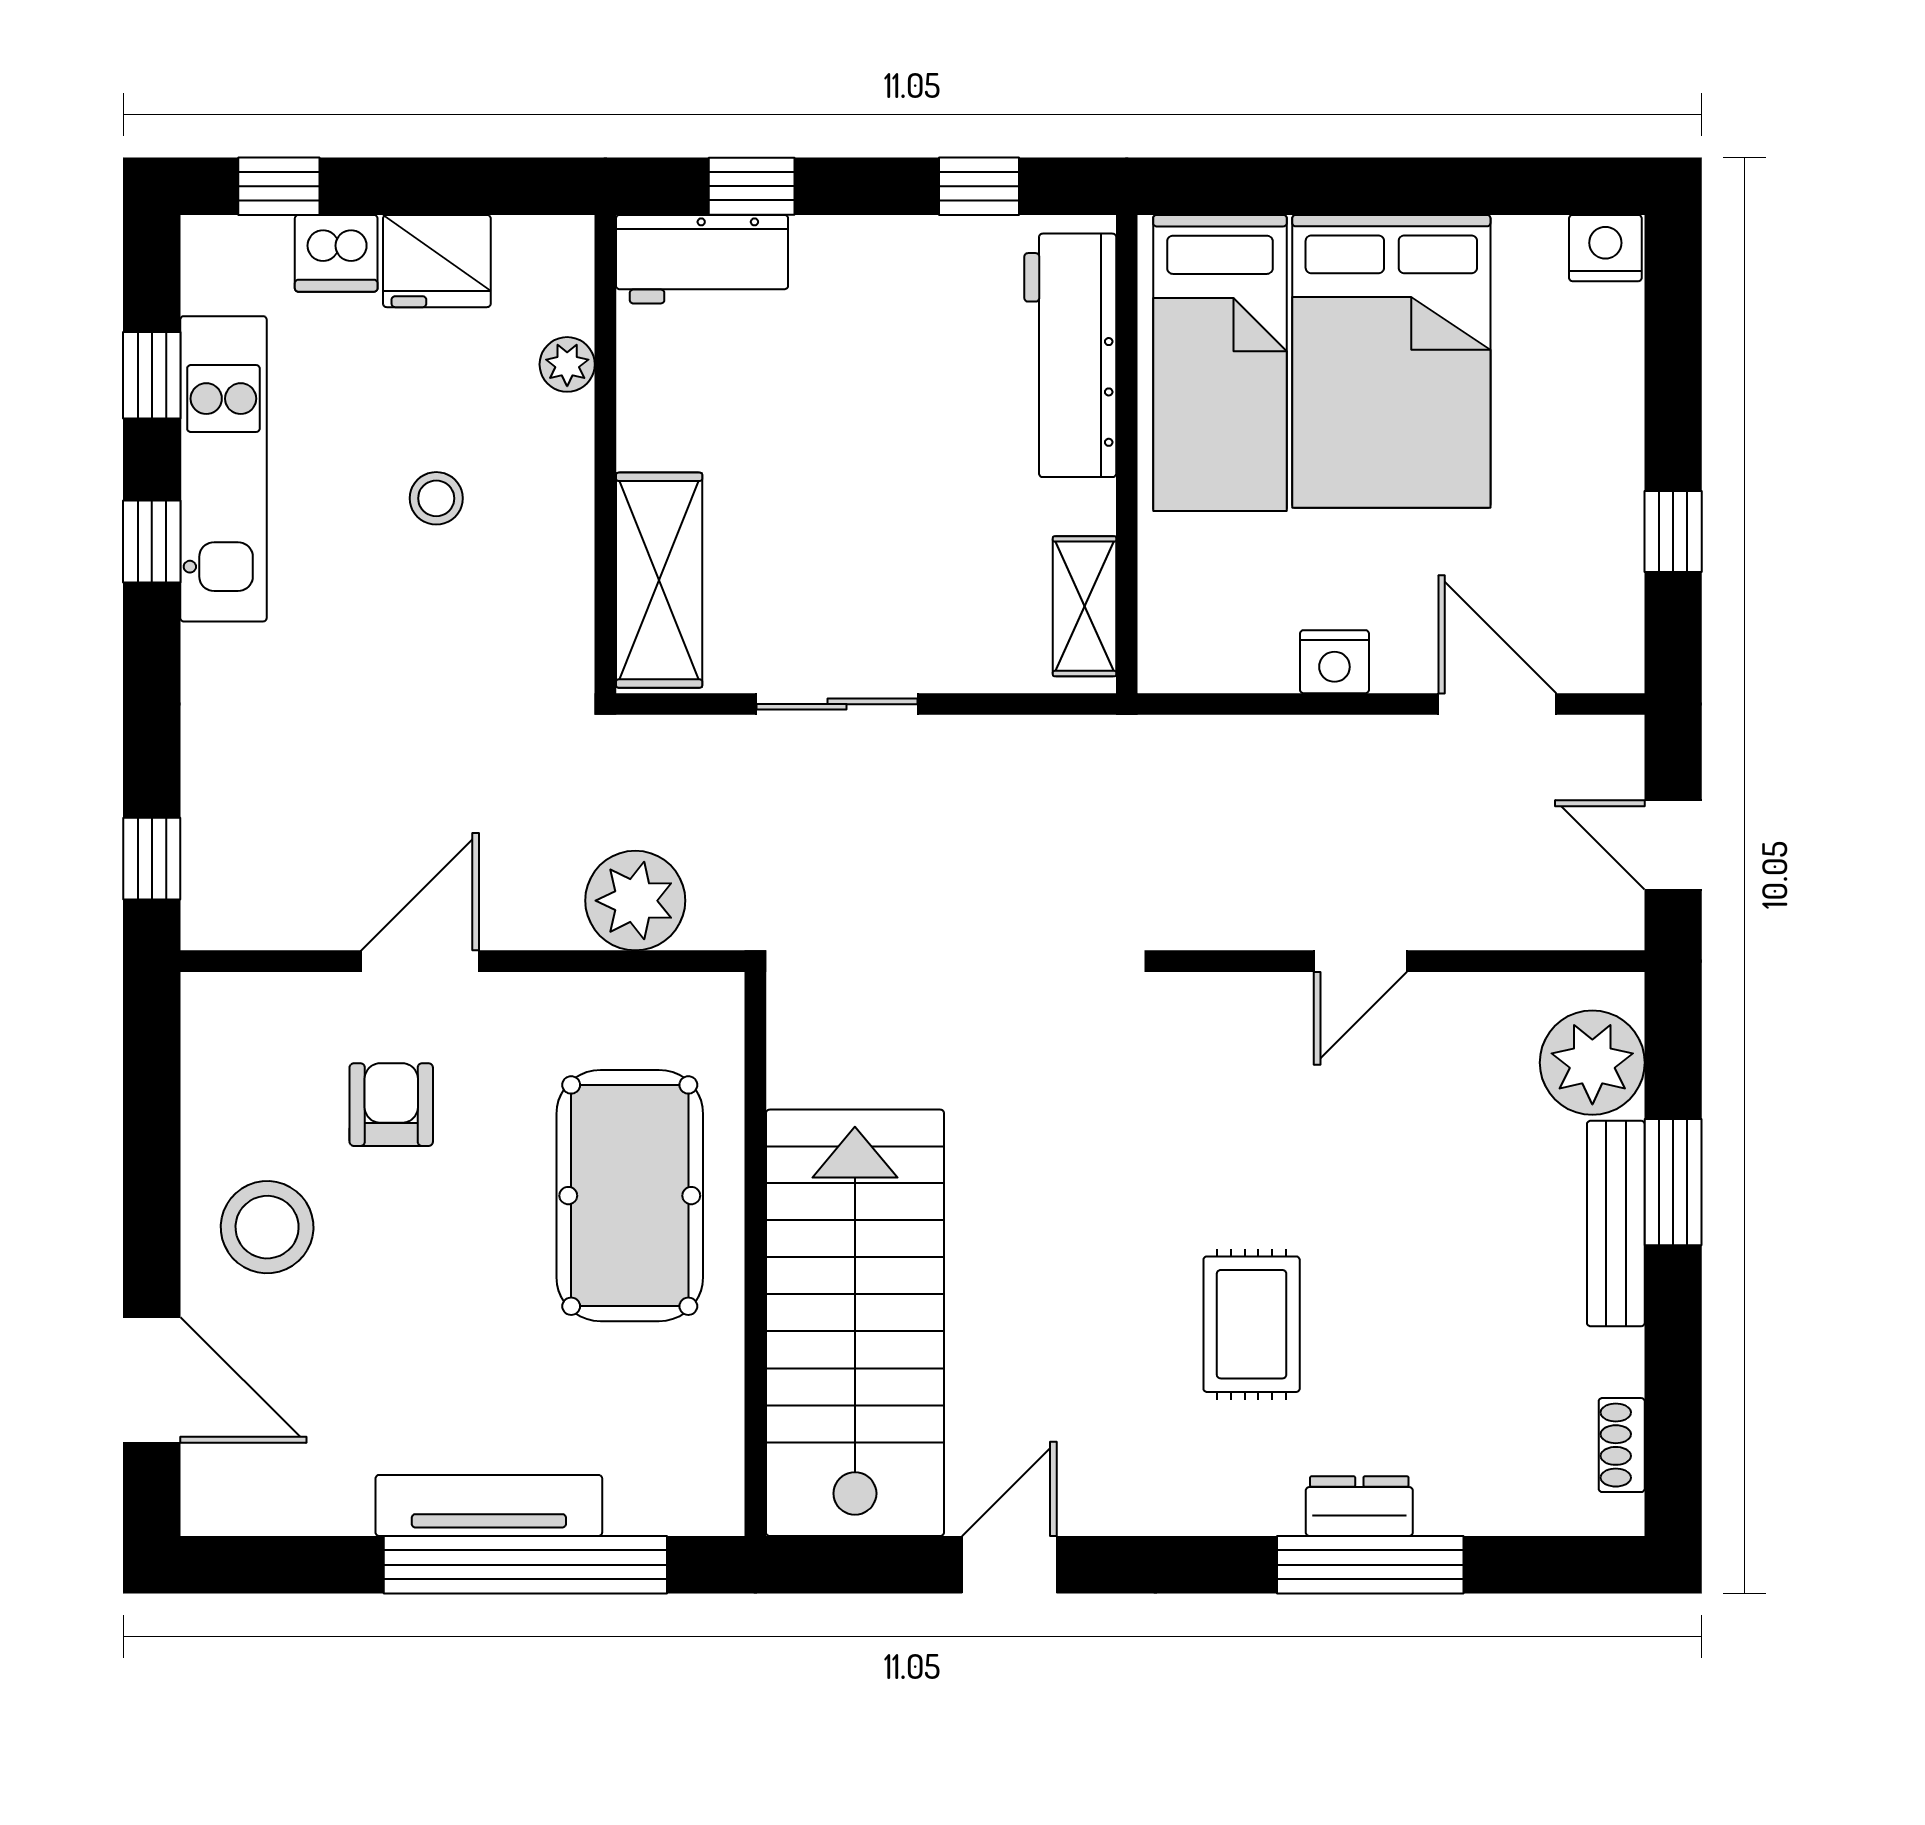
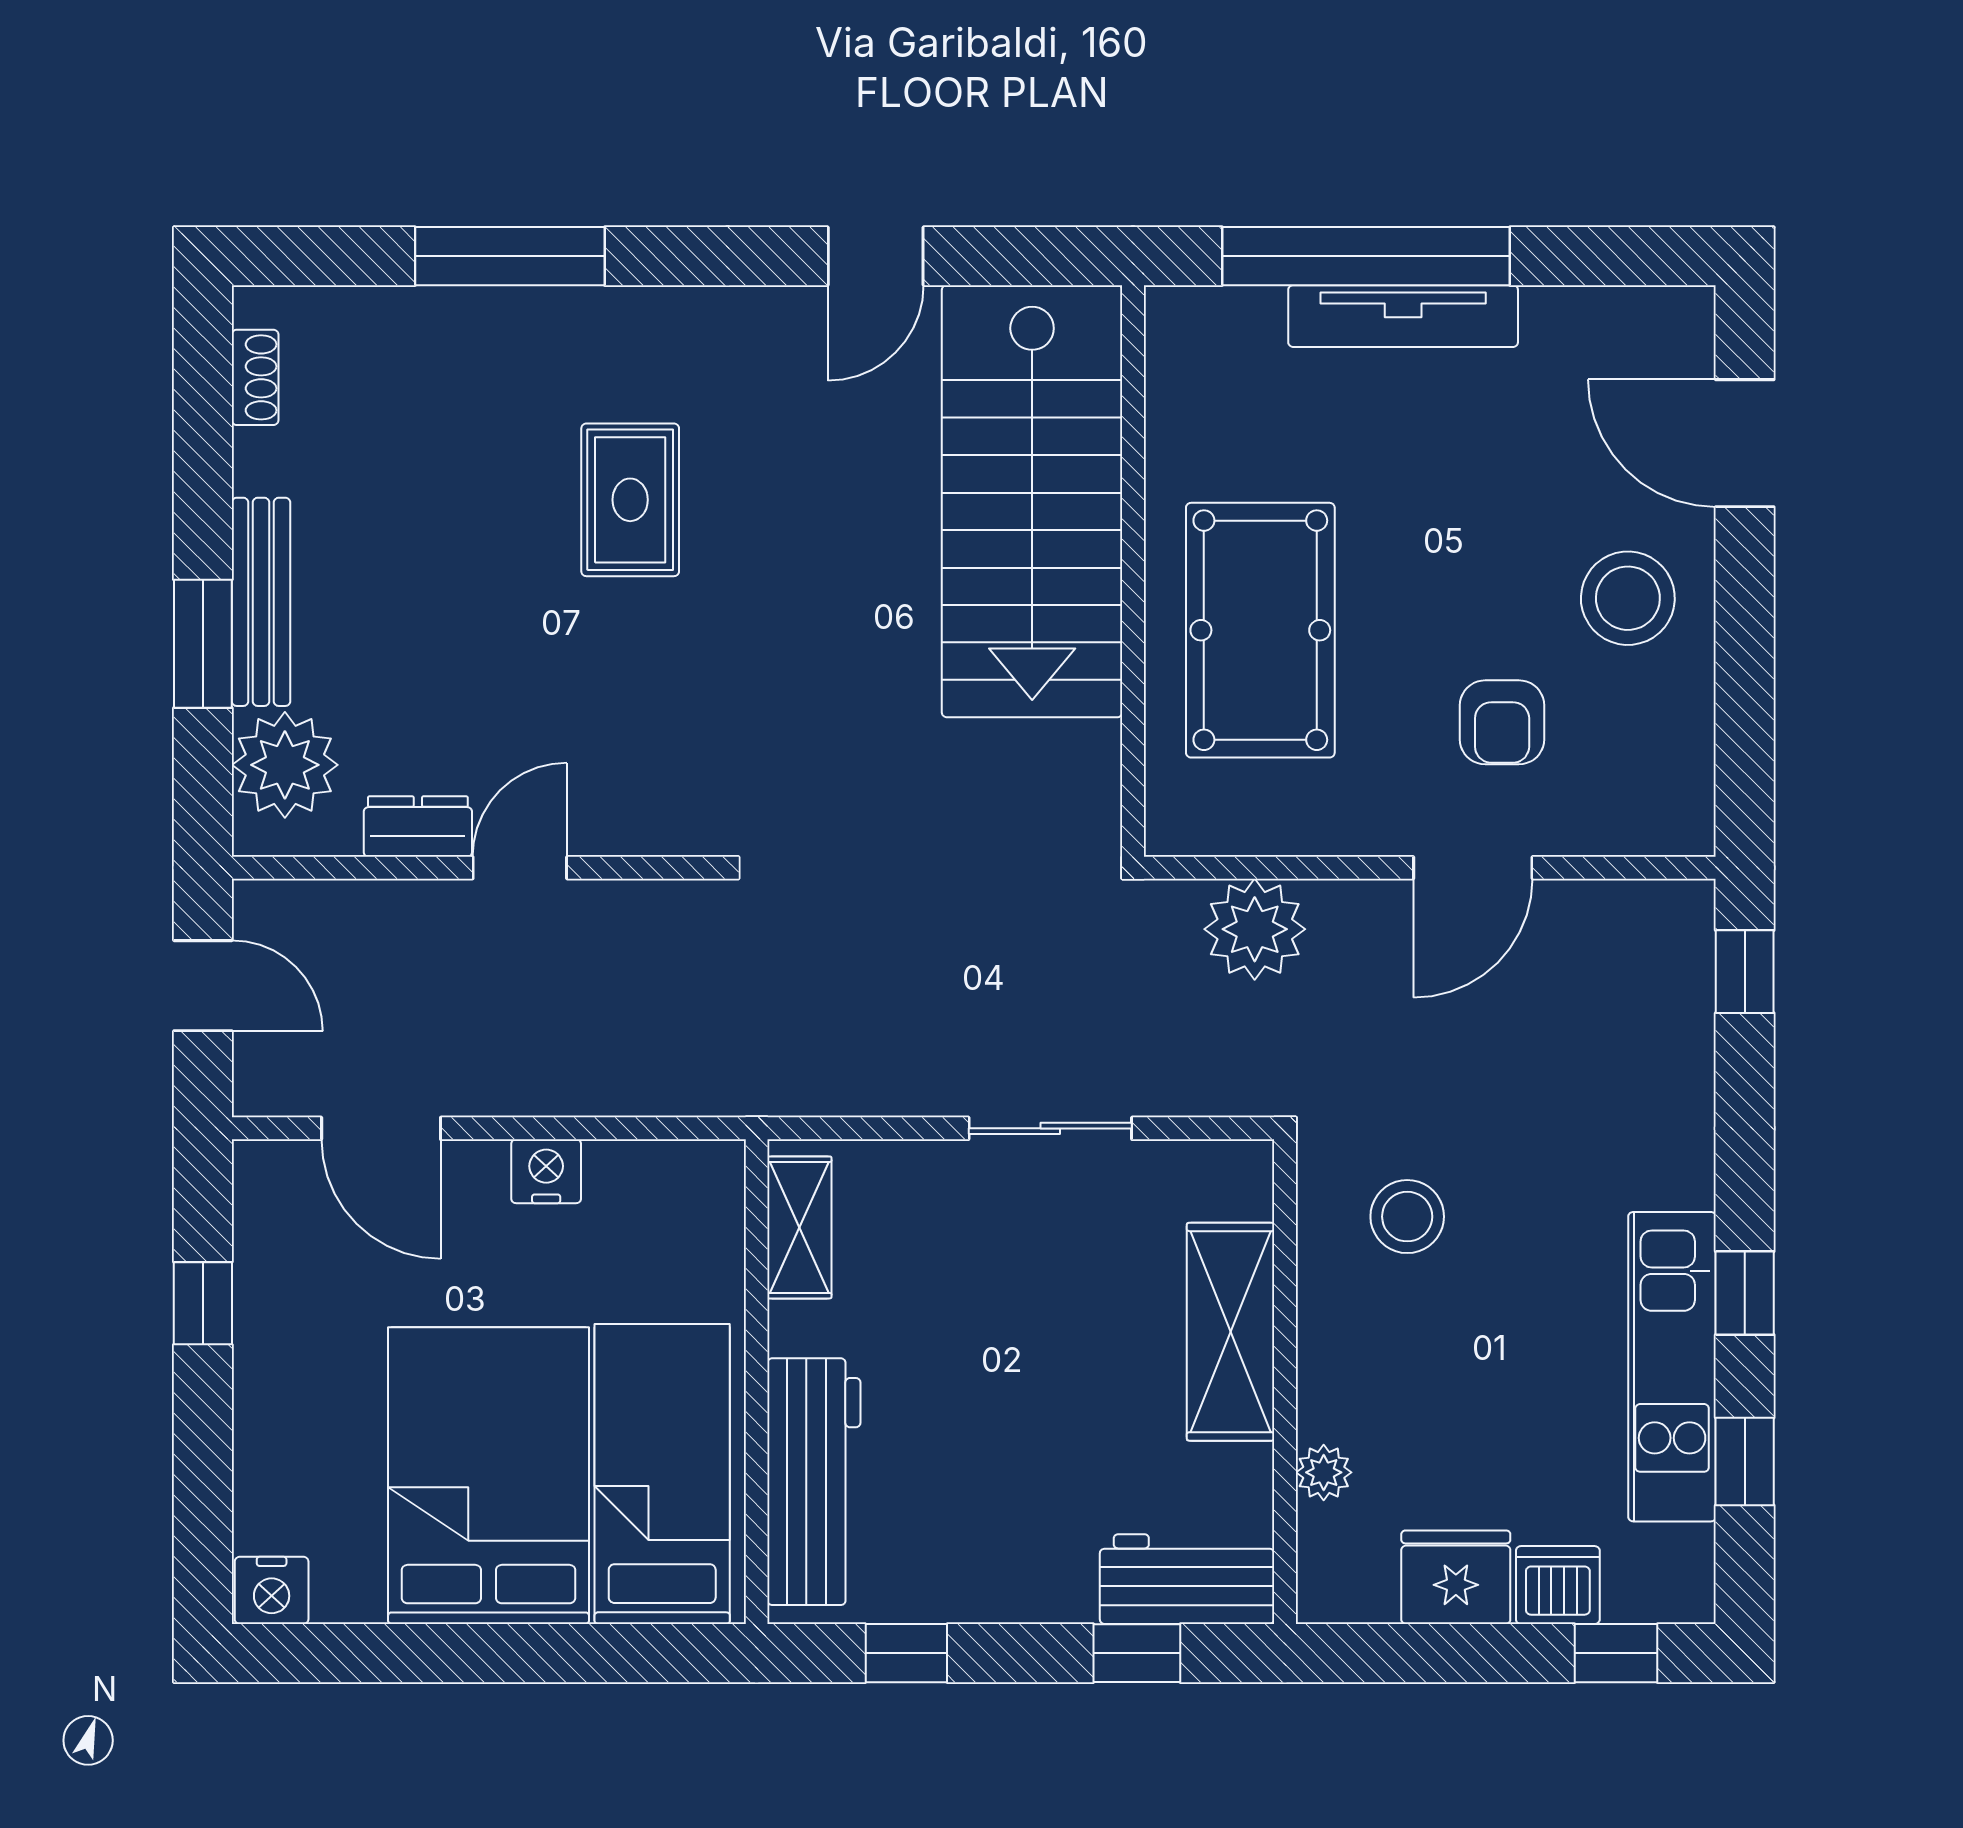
stool: (436, 498) -> (1407, 1217), moved, width x1.37, depth x1.37
shelving: (659, 580) -> (1231, 1332), moved
dresser: (1359, 1506) -> (418, 826), moved, turned 180

